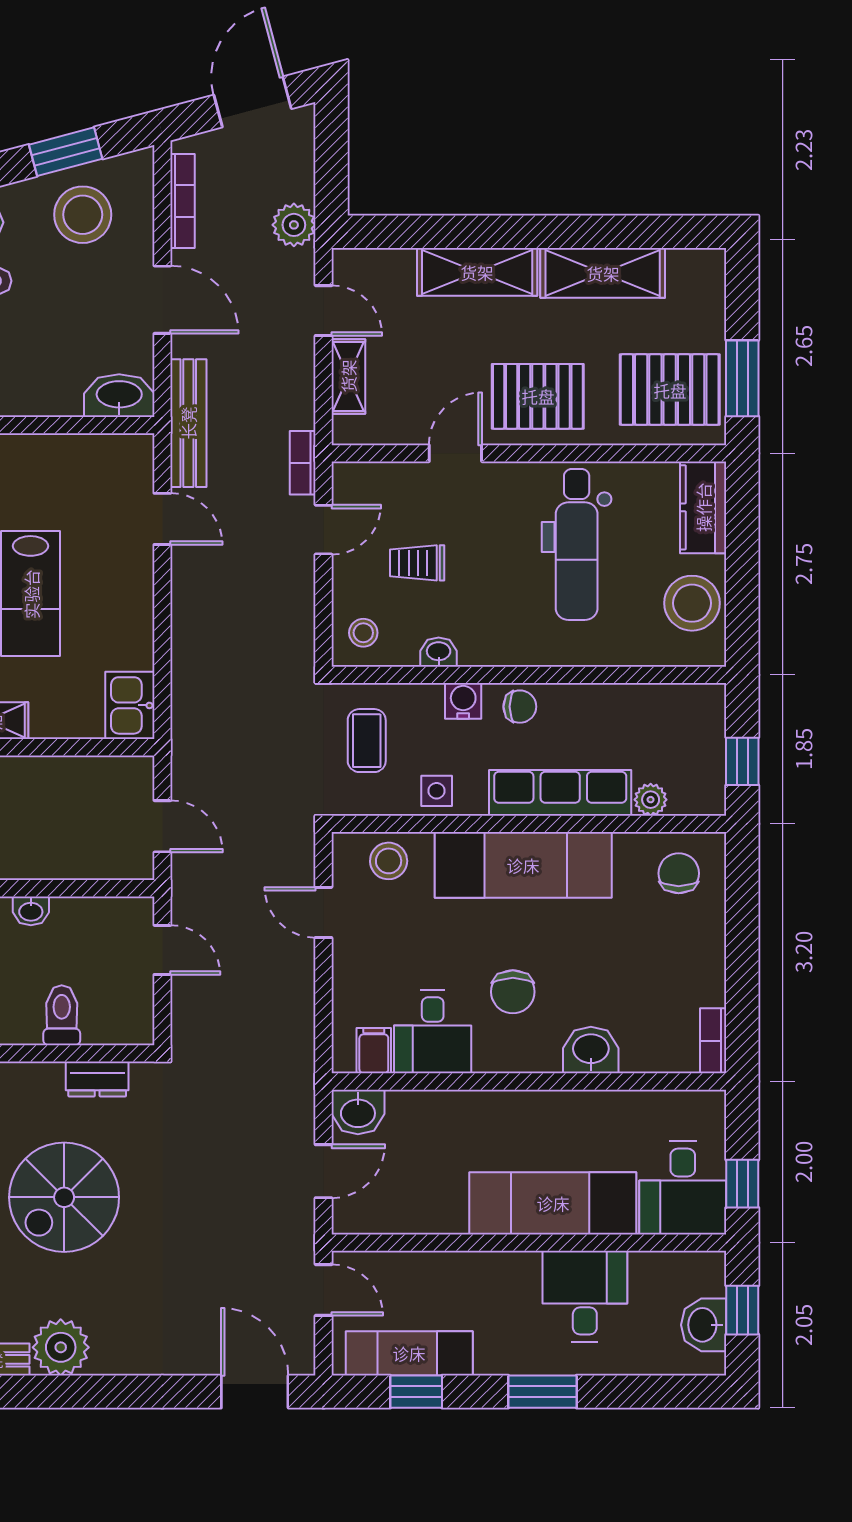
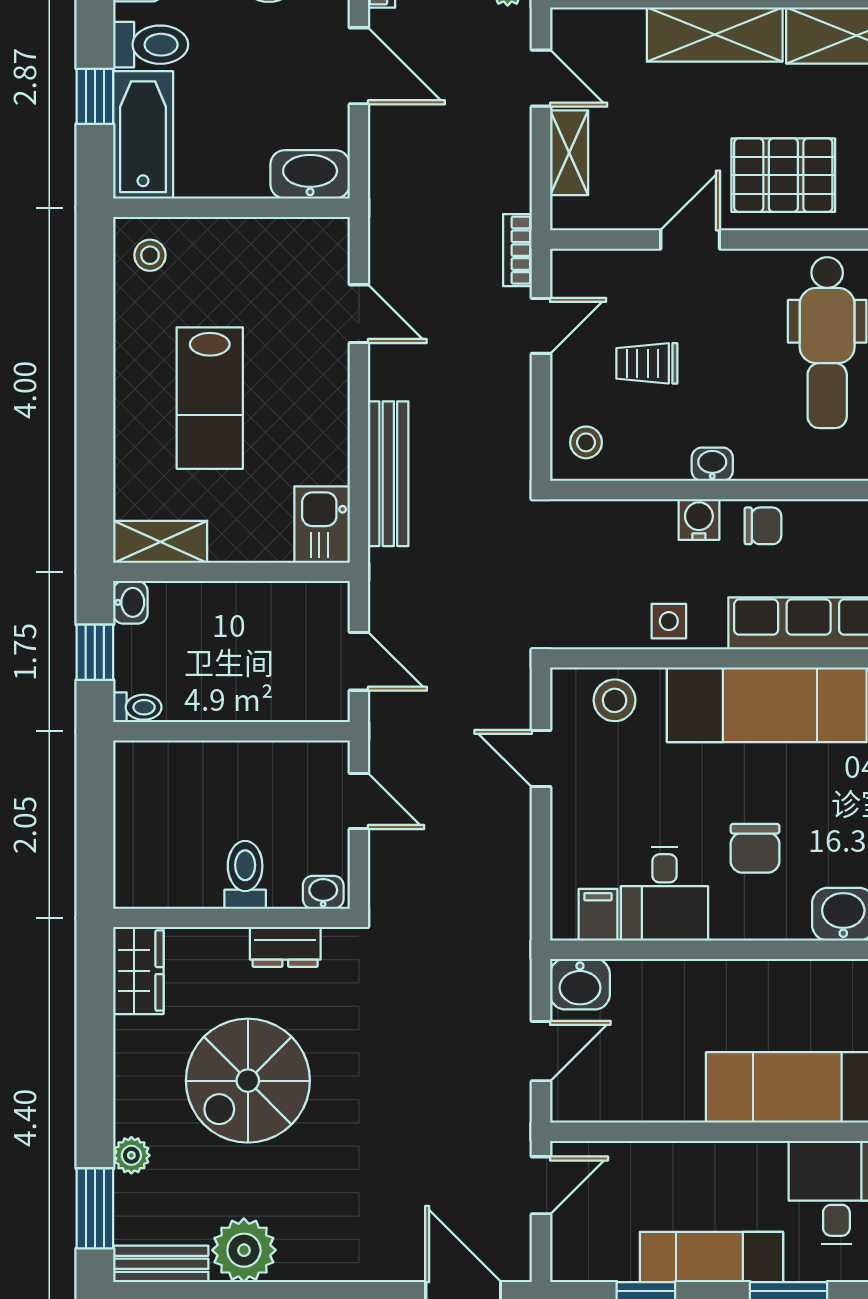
bench: (188, 423) -> (388, 474), moved
washbasin: (439, 652) -> (712, 464), moved
coffee table: (367, 741) -> (590, 564), removed
washbasin: (31, 911) -> (323, 892), moved, turned 180
door: (323, 1290) -> (541, 1185), hinge flipped
exam couch: (409, 1353) -> (711, 1257), moved

